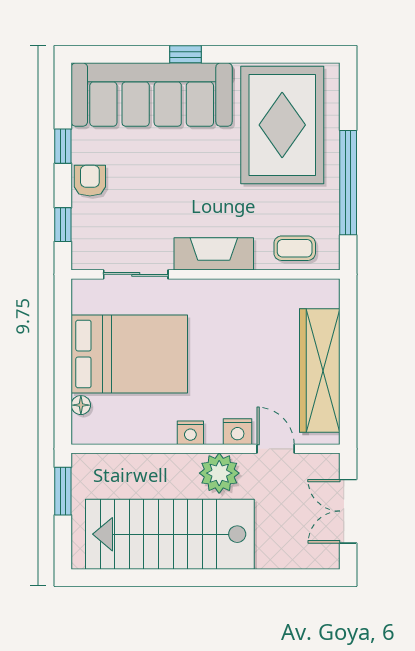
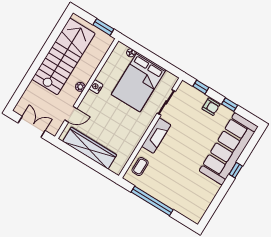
rug: (282, 125) -> (188, 190), removed
nightstand: (237, 432) -> (86, 104), removed
plant: (219, 473) -> (80, 87), width x0.53, depth x0.53

